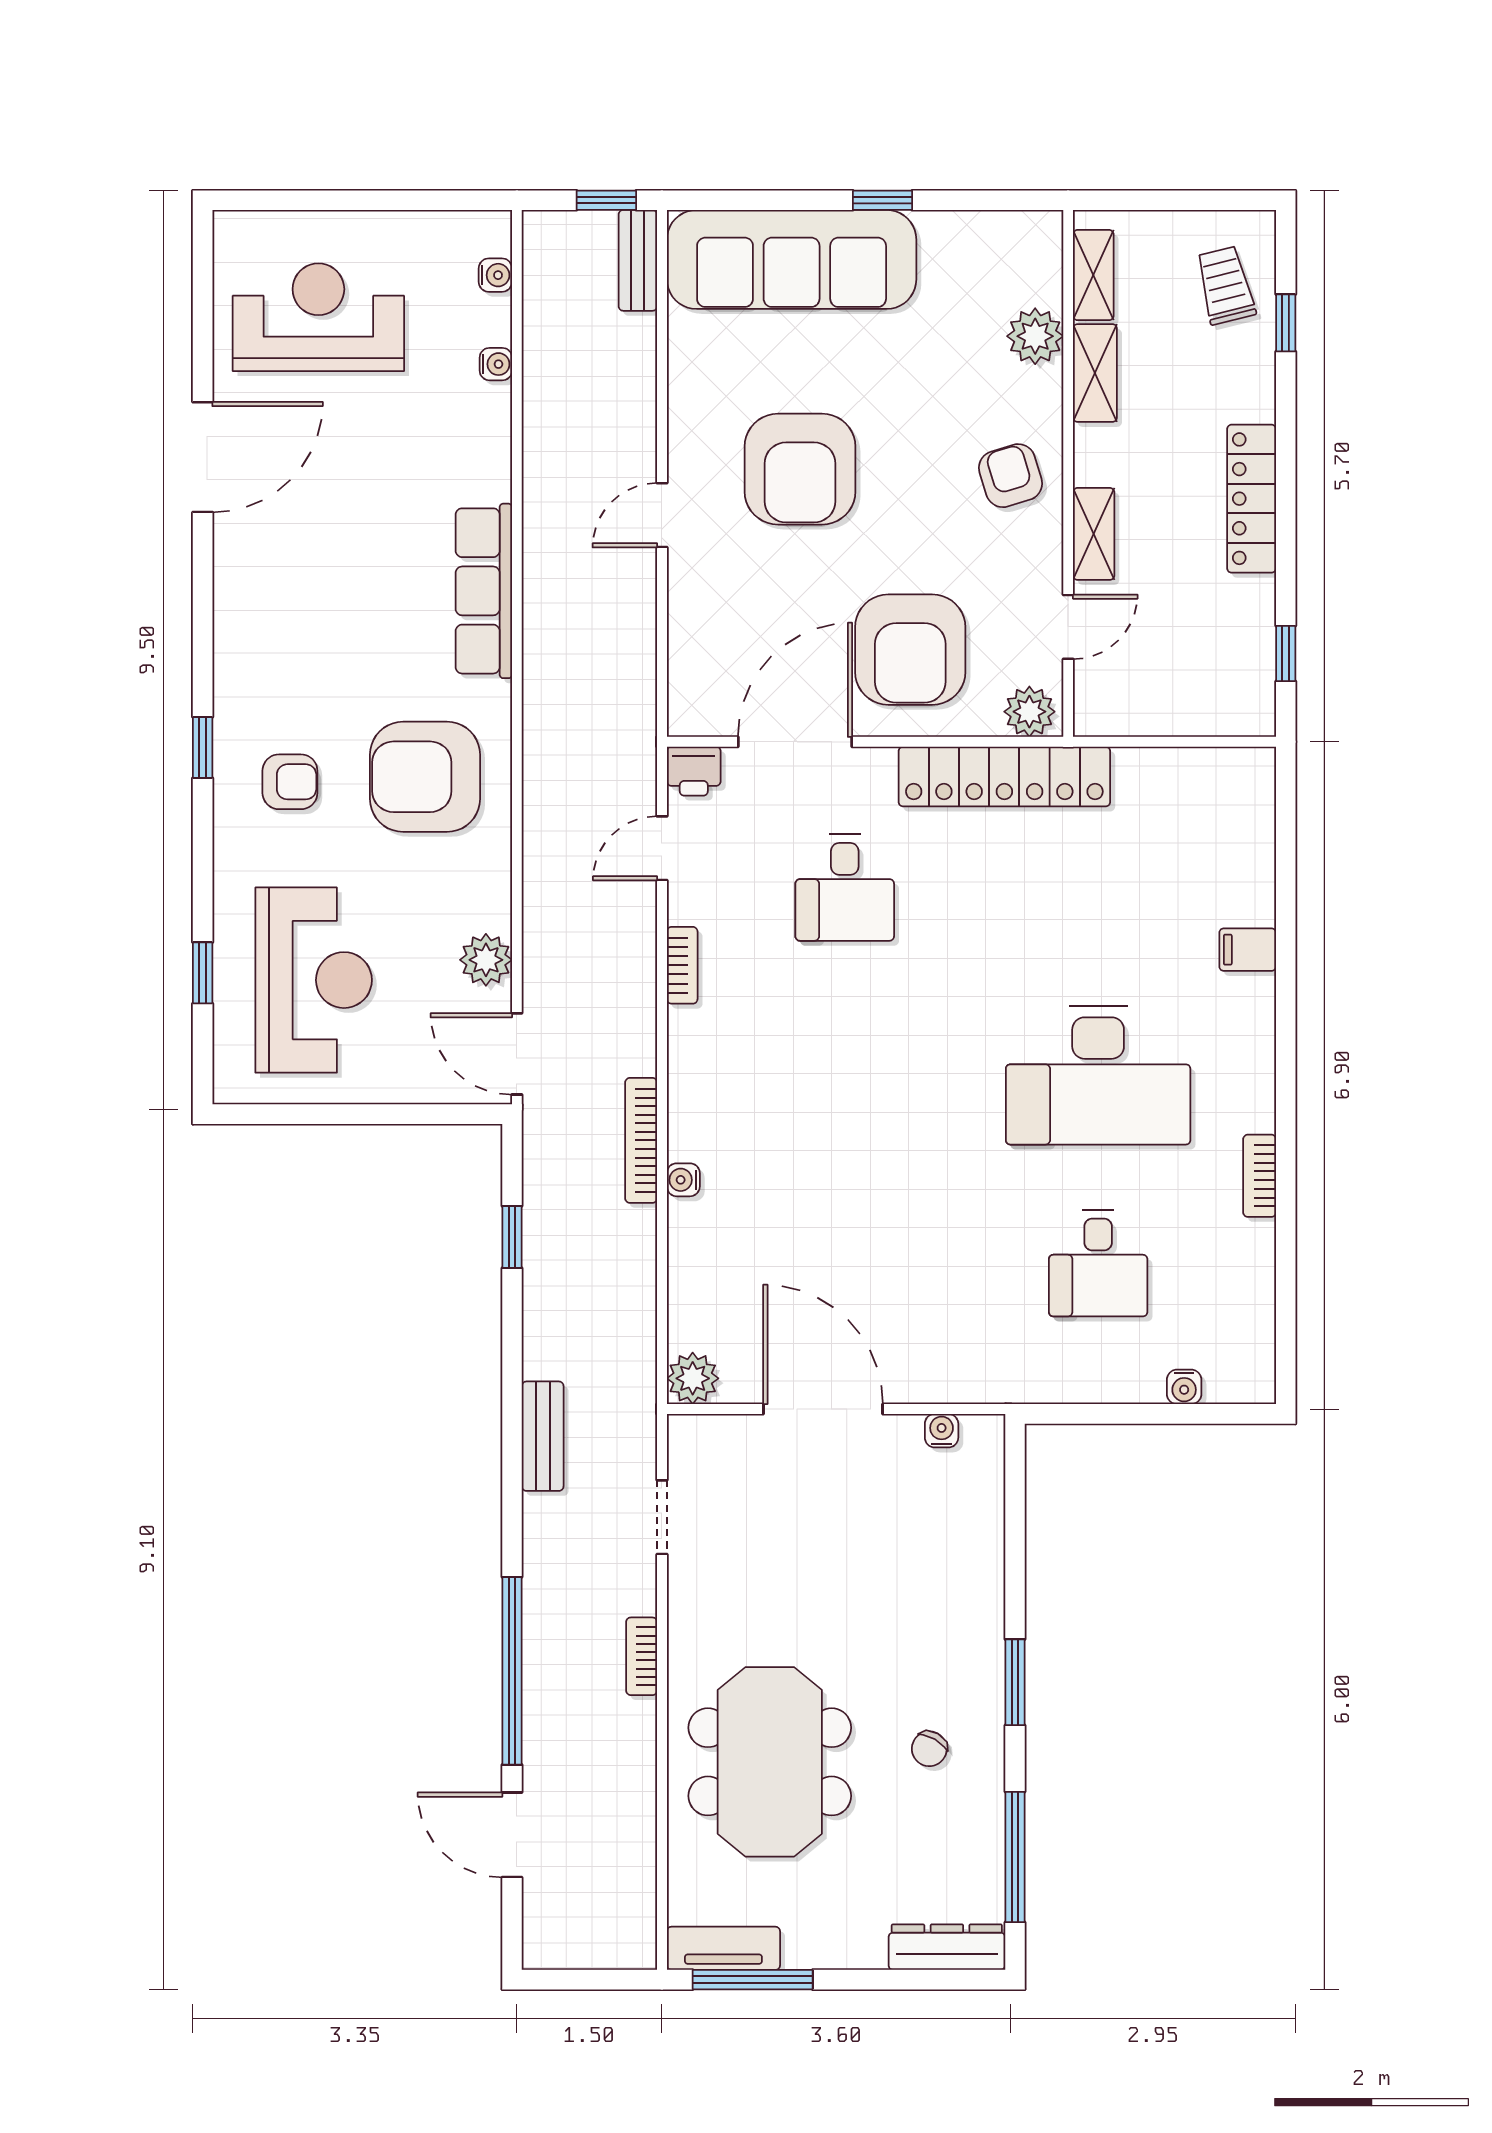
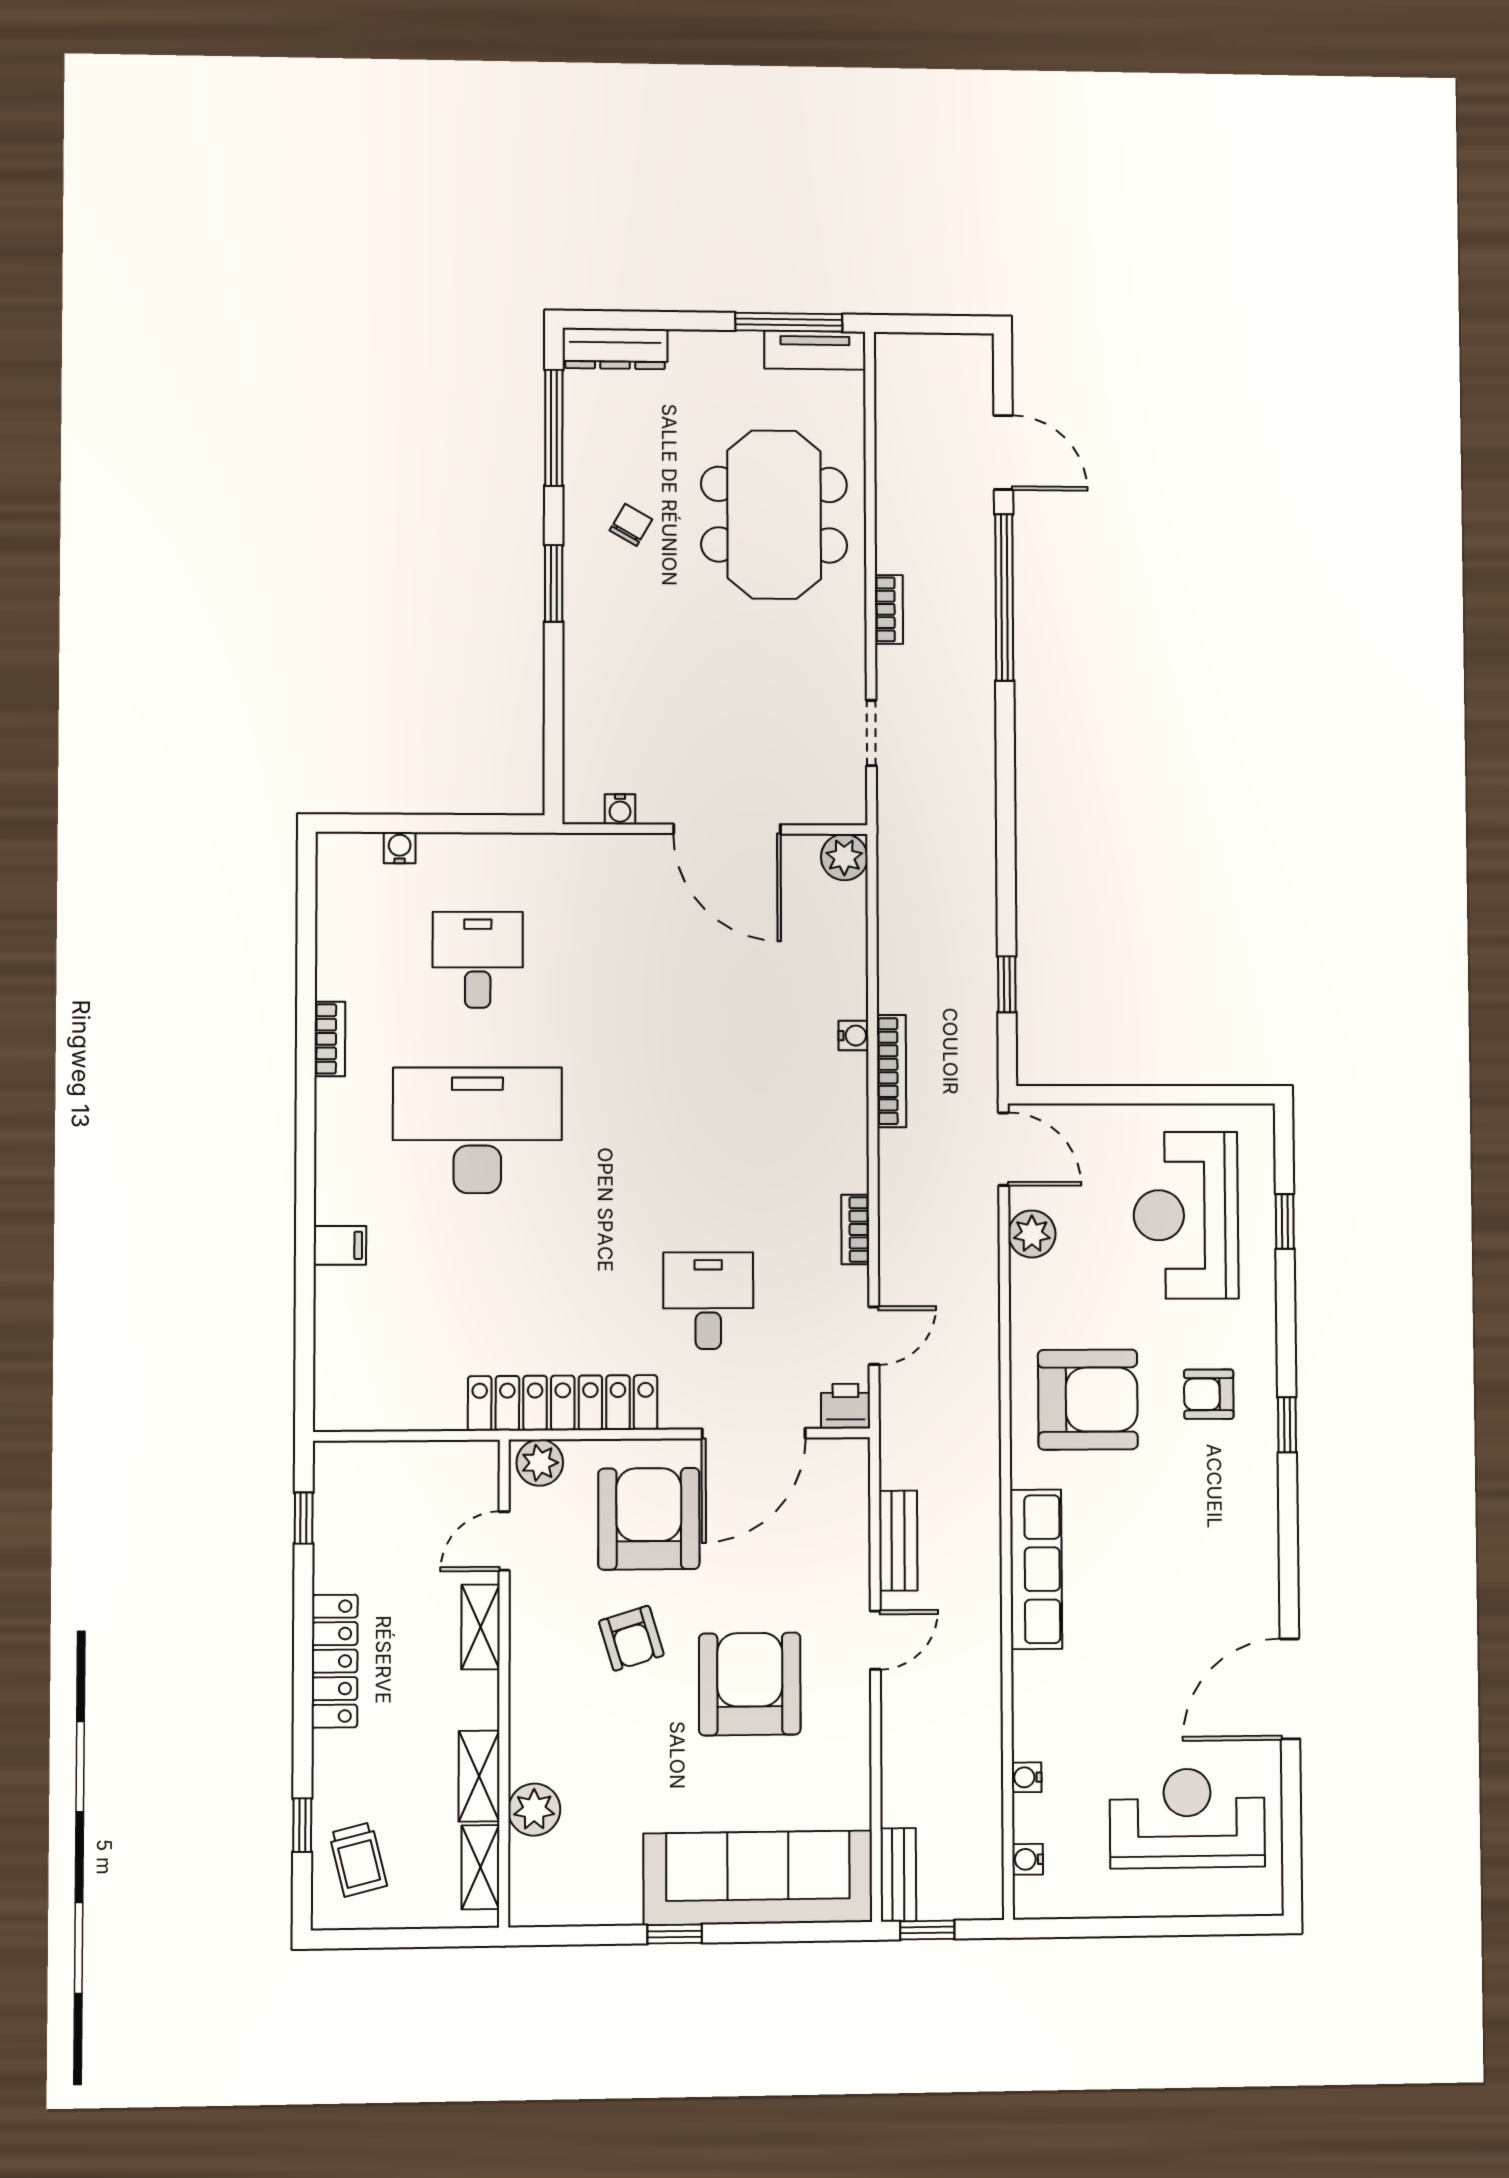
reception desk: (318, 317) -> (1187, 1818), turned 180
armchair: (1011, 476) -> (631, 1638), moved
bench: (543, 1436) -> (898, 1541), moved

